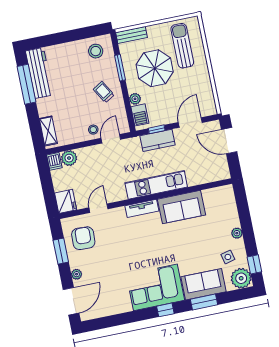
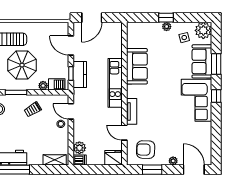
tv unit: (142, 208) -> (132, 111), moved
window: (254, 264) -> (166, 18), moved

